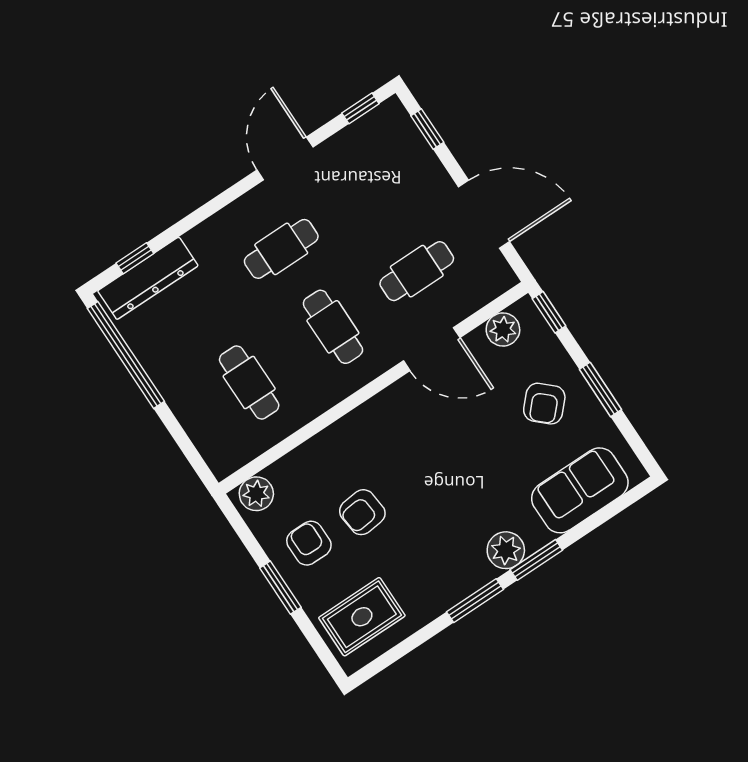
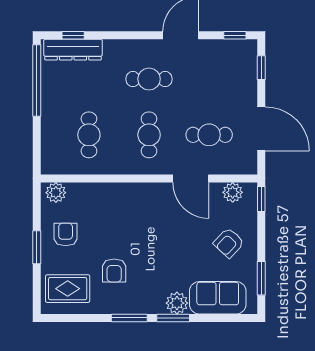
window: (600, 389) -> (261, 278), moved
armchair: (362, 512) -> (114, 270), moved, turned -84
plant: (506, 550) -> (177, 303), moved

